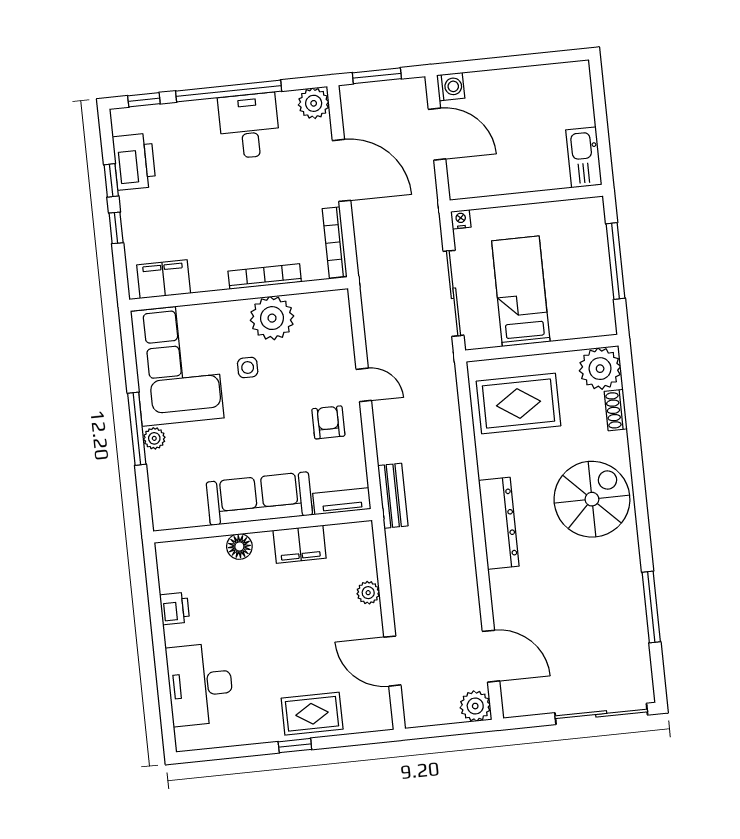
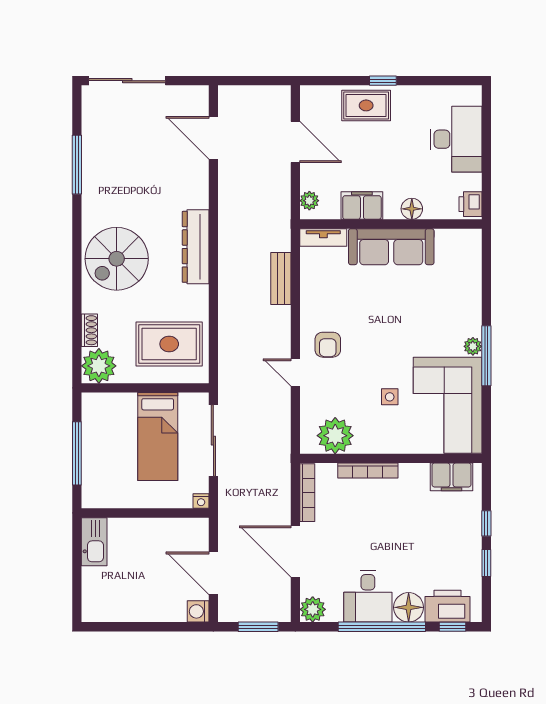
floor lamp: (199, 118) -> (409, 607), added
printer: (134, 162) -> (448, 606), moved, turned 90
plant: (272, 318) -> (335, 436), moved
sofa: (259, 499) -> (391, 247), moved
tv unit: (342, 501) -> (323, 237), moved
wall: (263, 526) -> (391, 224), moved
filing cabinet: (300, 544) -> (362, 206), moved
floor lamp: (239, 546) -> (412, 209), moved
plant: (475, 706) -> (231, 98), removed

